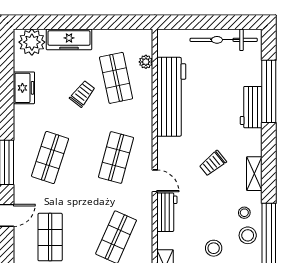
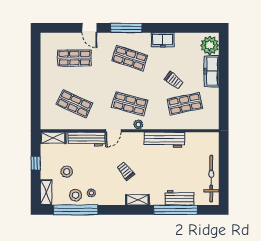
plant: (146, 62) -> (138, 124), moved
freezer: (24, 88) -> (163, 40), moved
workbench: (171, 97) -> (164, 140), width x0.73, depth x0.76
workbench: (251, 107) -> (180, 198), moved
shelving: (254, 174) -> (137, 200), moved
workbench: (167, 212) -> (87, 139), width x1.38

